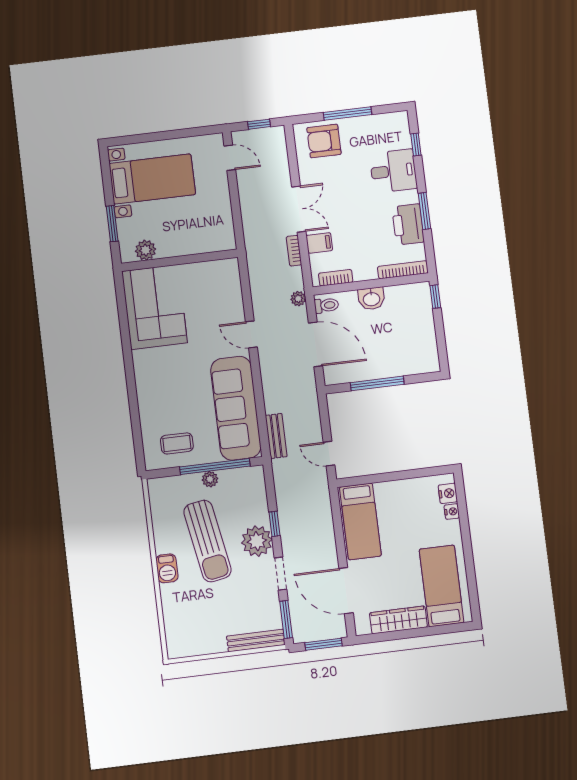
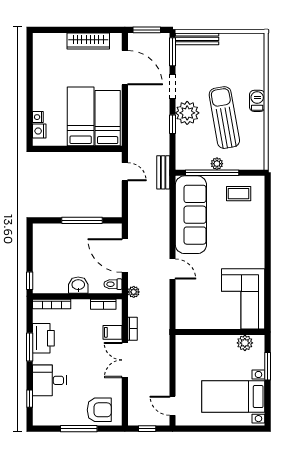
bench: (276, 436) -> (163, 172), moved
bed: (442, 586) -> (81, 116), moved, turned 180

